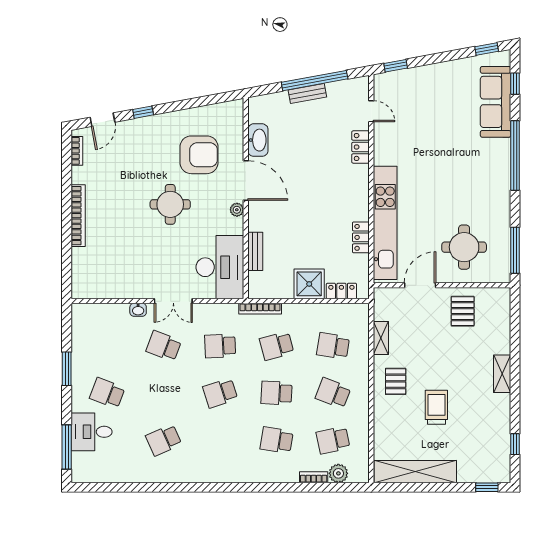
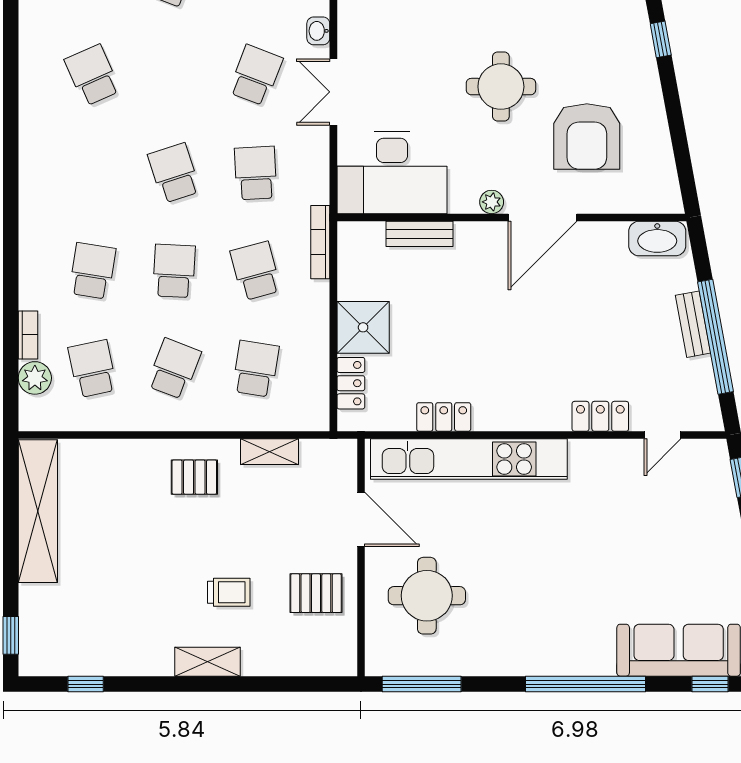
washbasin: (258, 140) -> (657, 239), moved
trolley: (436, 407) -> (229, 592), moved, width x0.73, depth x0.72

